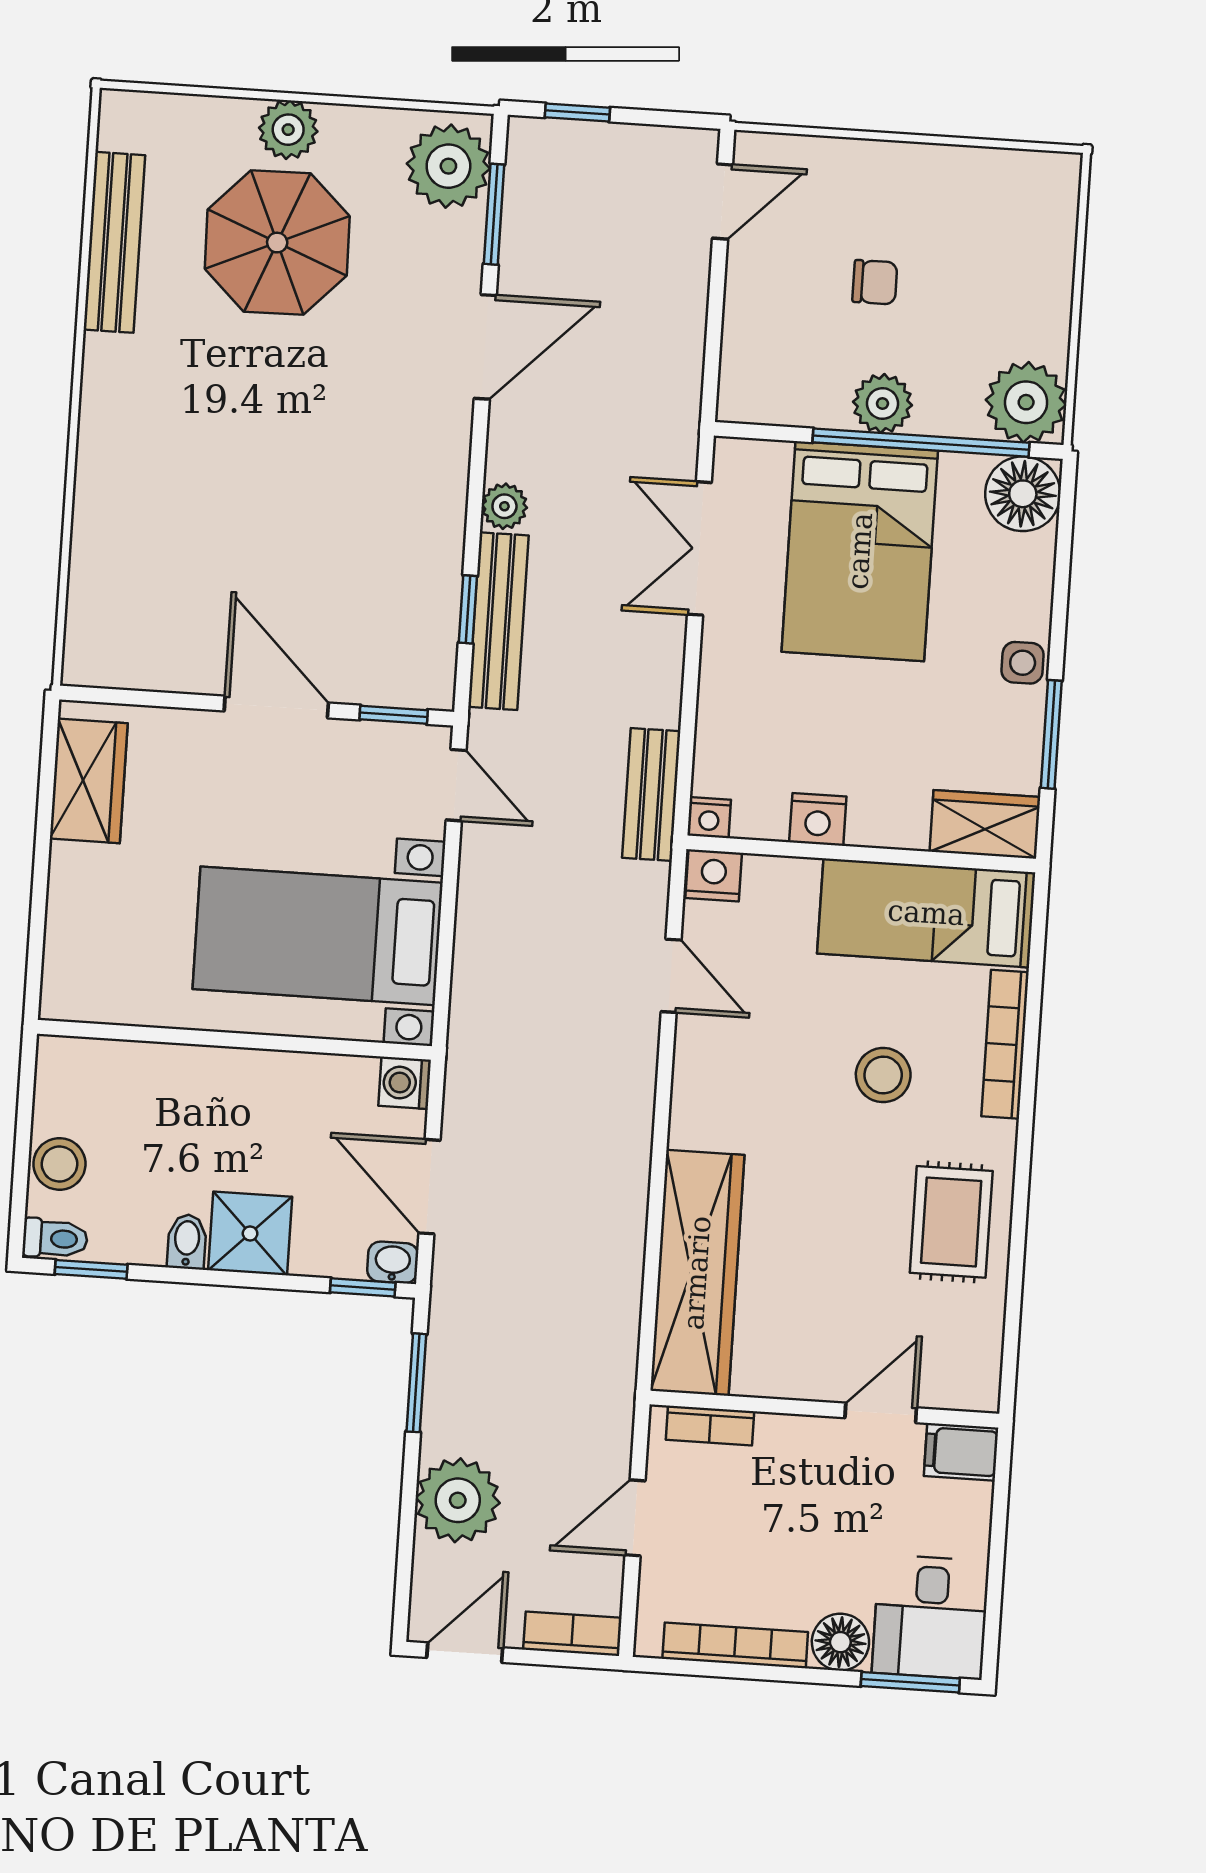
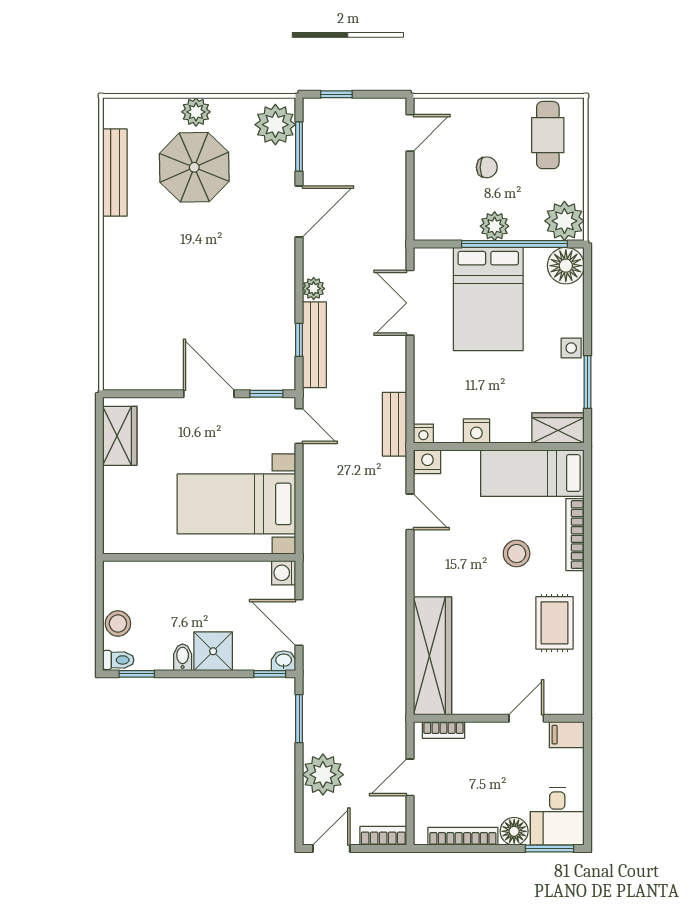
cafe table: (1004, 225) -> (548, 135), added

